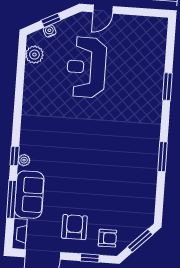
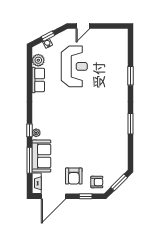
reception desk: (86, 67) -> (74, 66), turned 180
row of seats: (32, 83) -> (38, 80), added
armchair: (74, 227) -> (74, 176), turned 180

